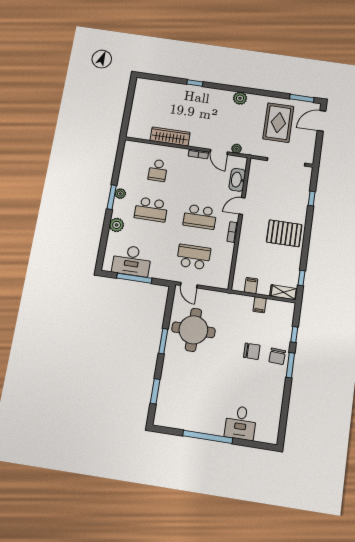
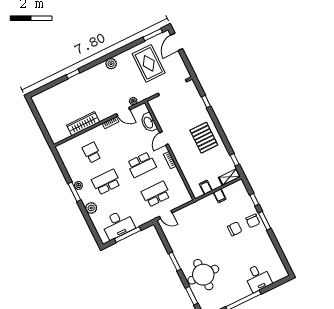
school desk: (158, 170) -> (92, 153), turned 180
school desk: (151, 209) -> (106, 182), turned 180
pallet: (284, 233) -> (204, 138), turned 90
round table: (193, 330) -> (203, 275), moved

